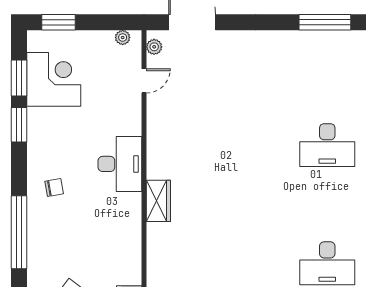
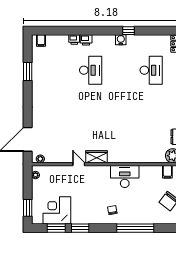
window: (325, 22) -> (28, 71), width x0.69
door: (144, 81) -> (79, 164), moved
desk: (120, 164) -> (125, 176), moved
wardrobe: (158, 201) -> (97, 157), moved

